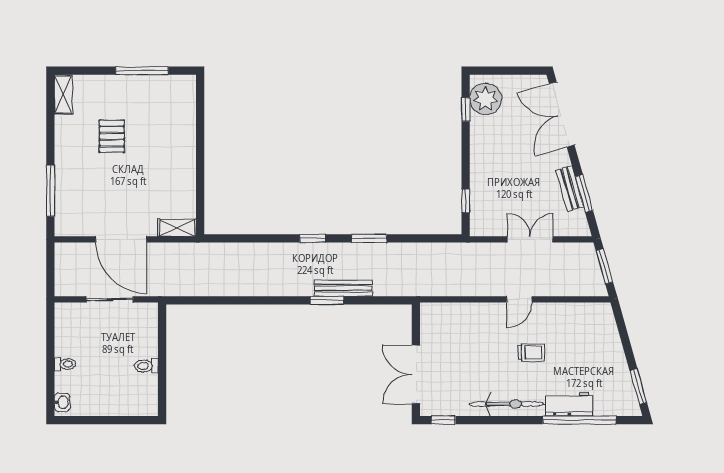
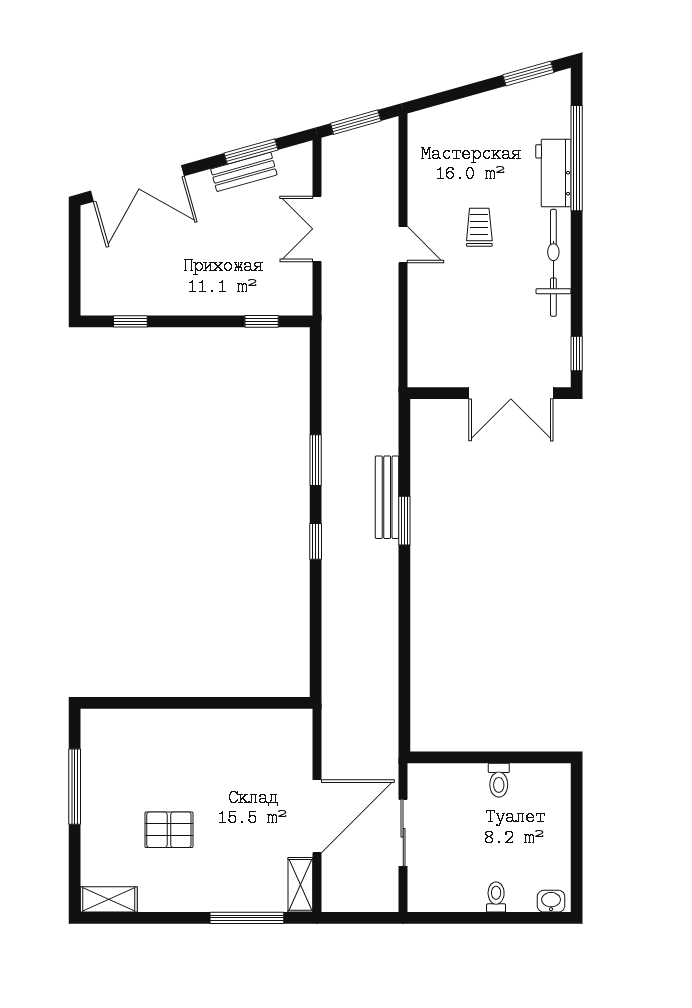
plant: (486, 99) -> (115, 293), removed
shelving: (177, 228) -> (300, 885), moved

